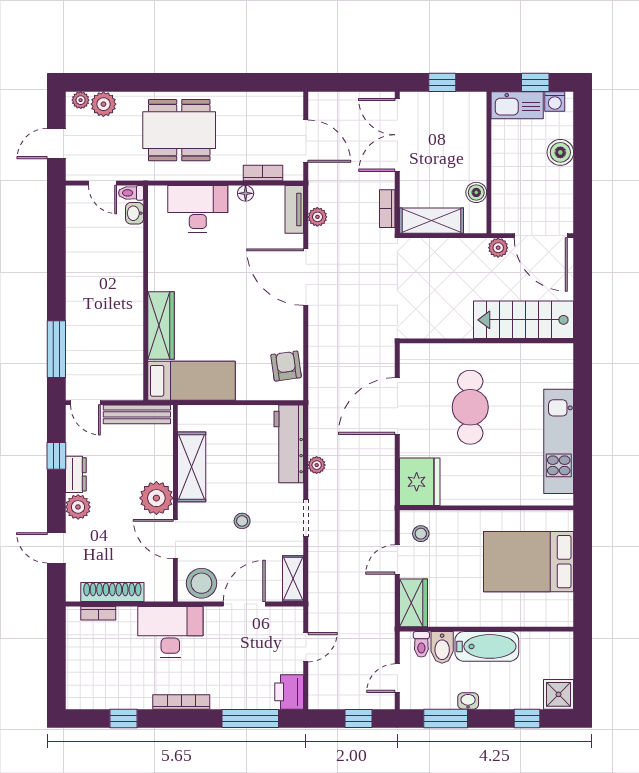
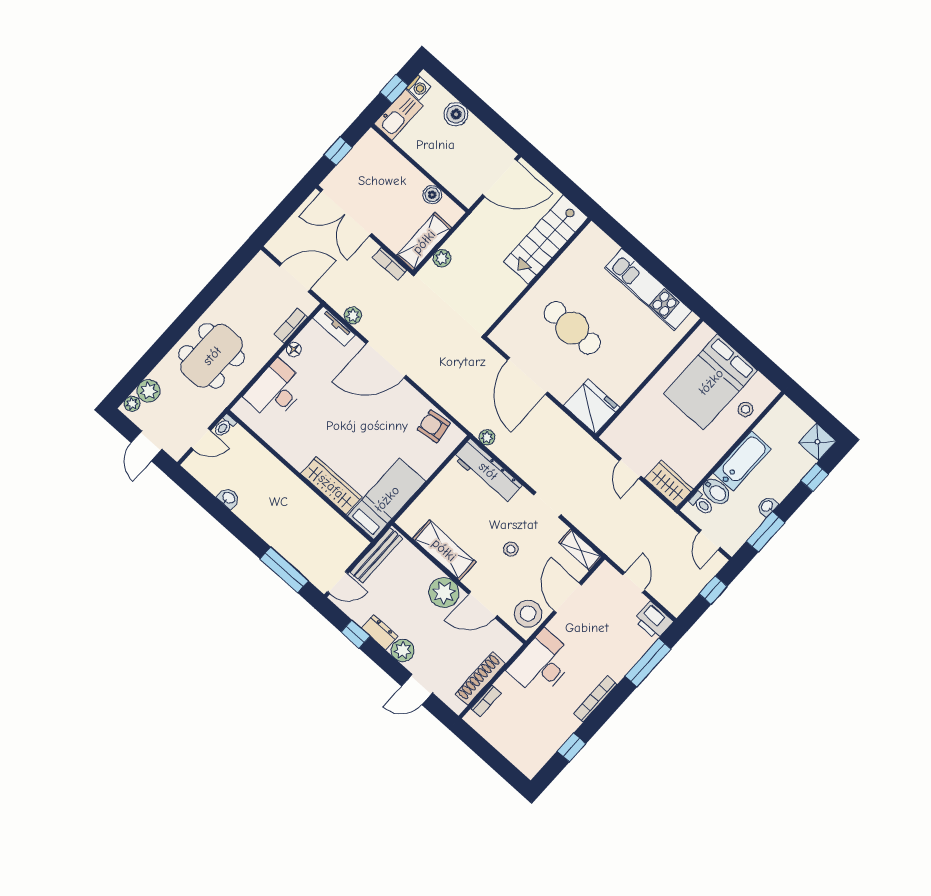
washbasin: (135, 213) -> (229, 498), moved, turned 180
plant: (498, 248) -> (442, 258), moved
plant: (317, 465) -> (487, 437), moved
stool: (421, 534) -> (745, 409), moved

